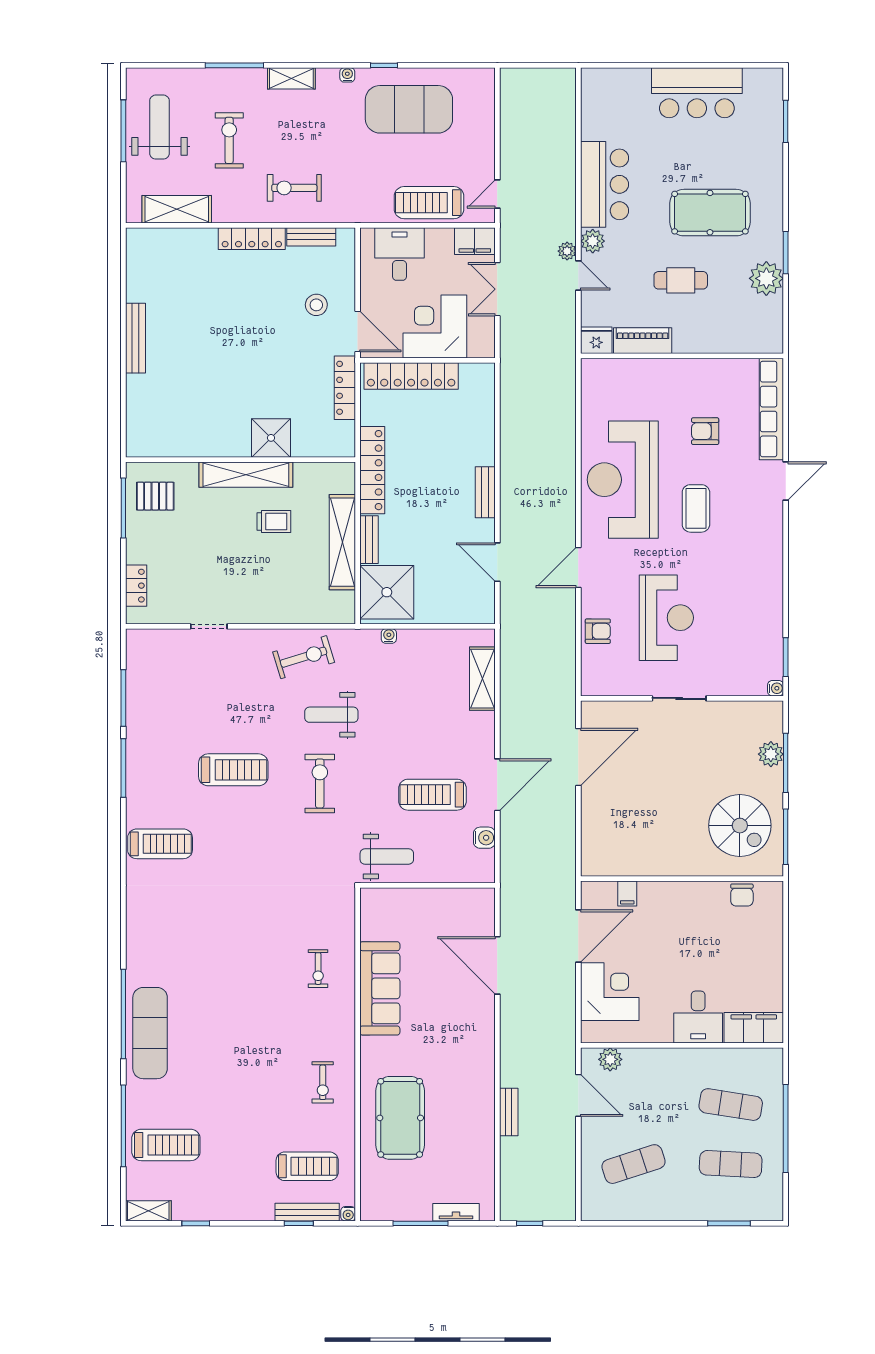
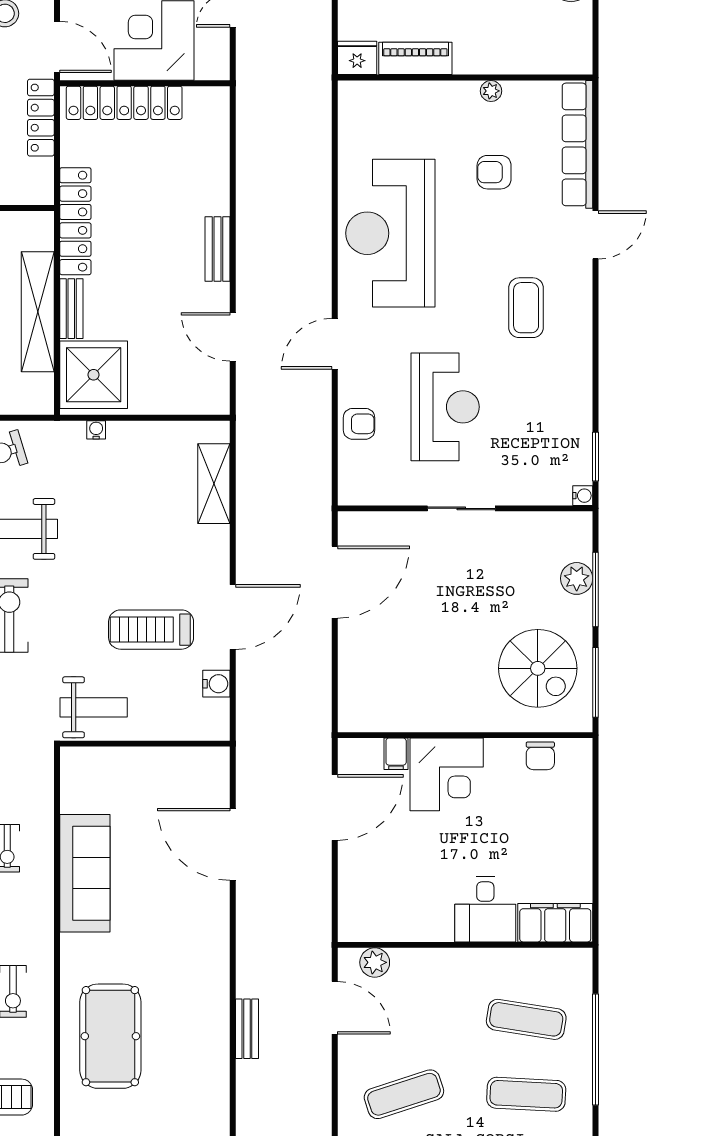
plant: (703, 367) -> (491, 91), added
coffee table: (696, 508) -> (526, 308), moved
corner desk: (610, 992) -> (447, 774), moved, turned 90

